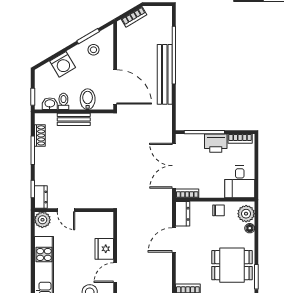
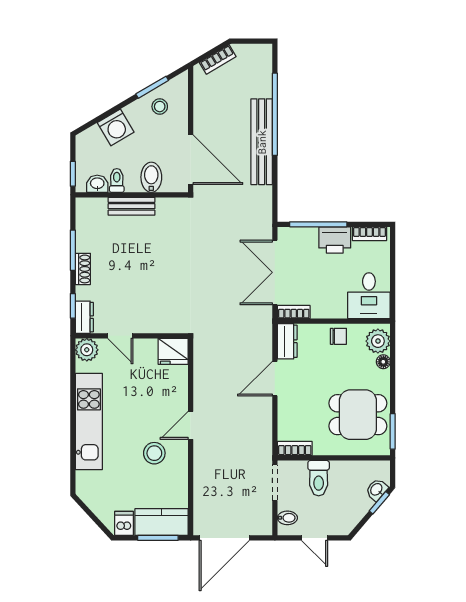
shoe rack: (40, 135) -> (83, 269), moved
fridge: (104, 249) -> (173, 351), moved, turned -90

